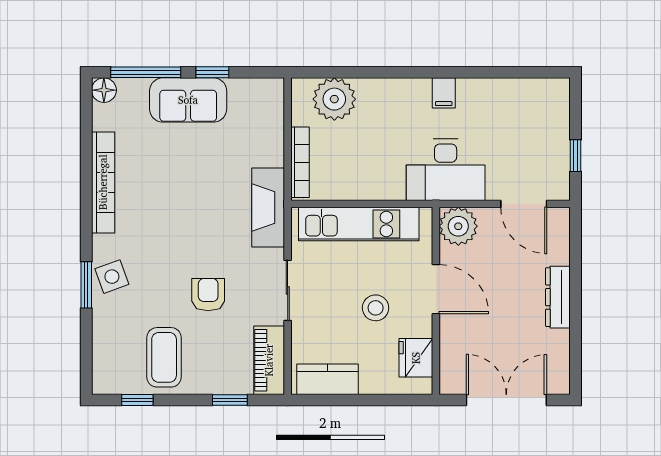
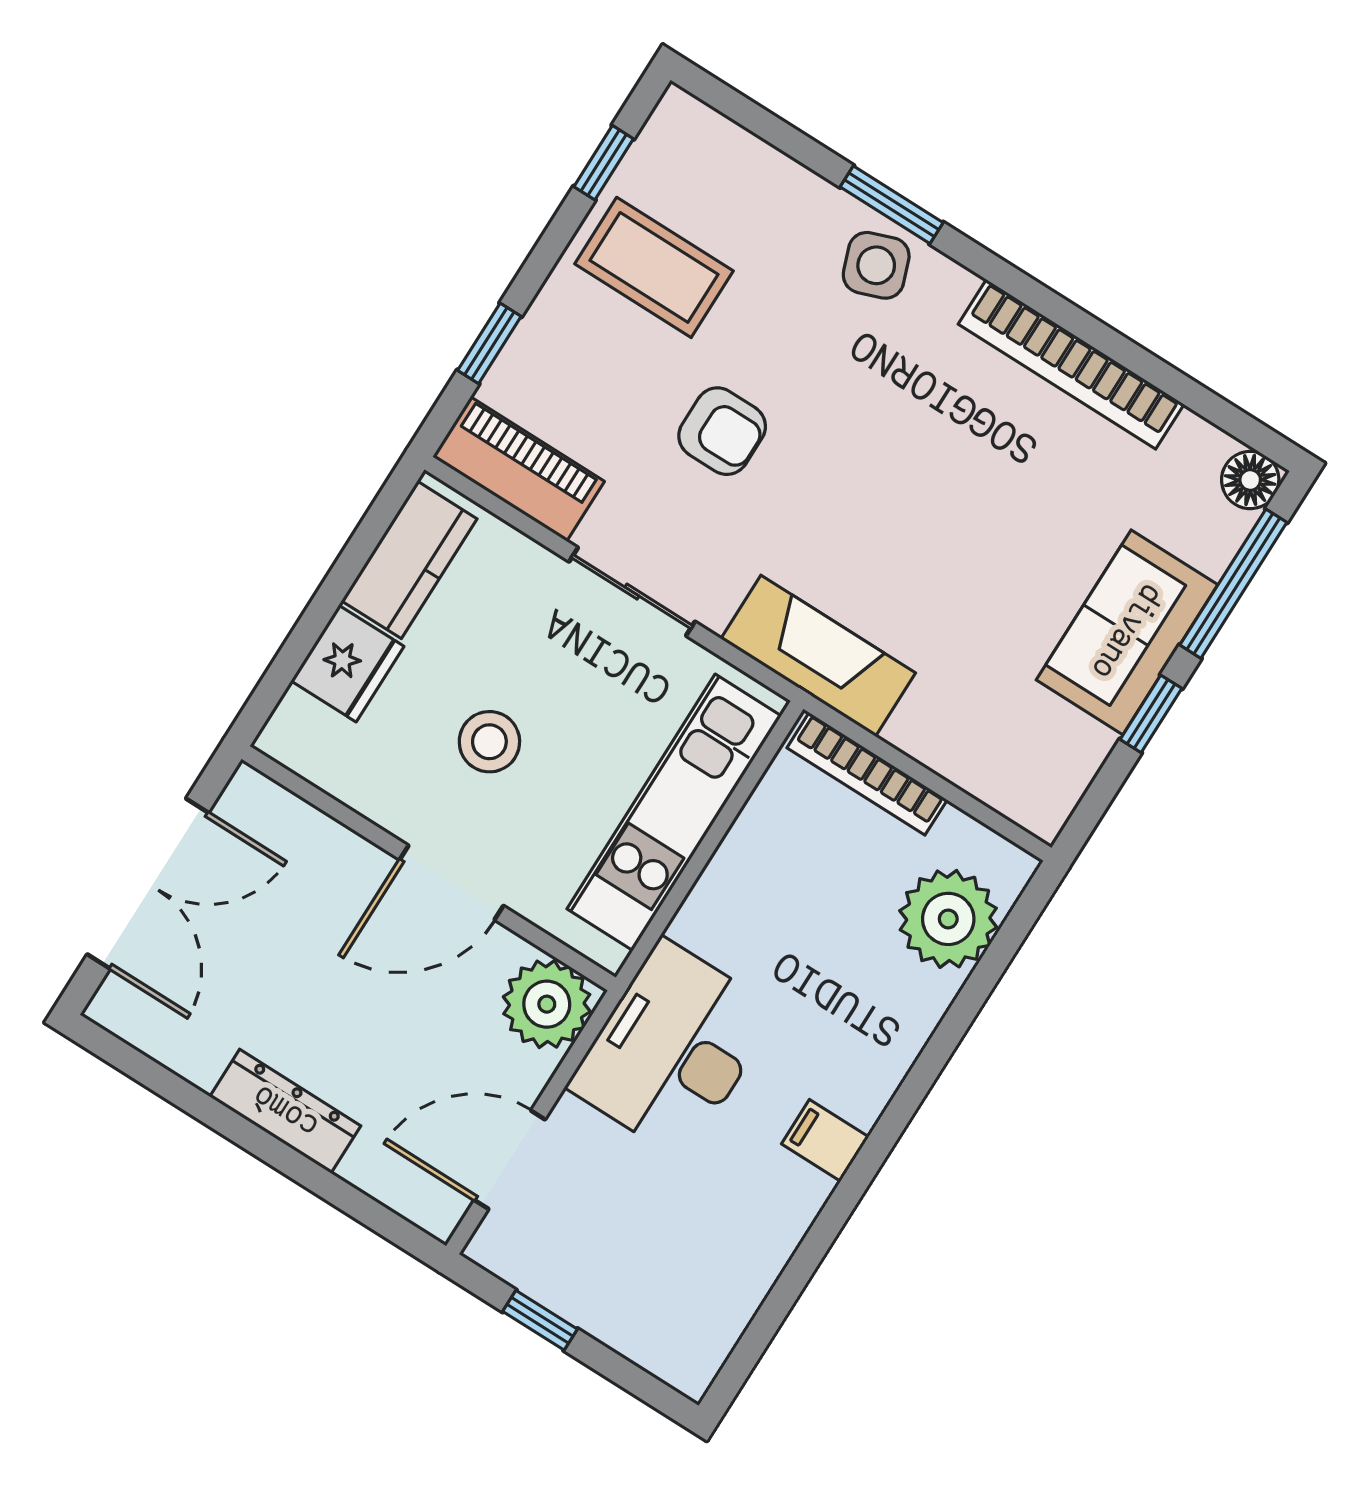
fridge: (416, 358) -> (347, 664), moved, turned 90

